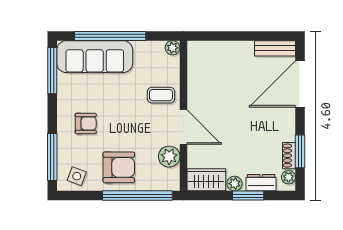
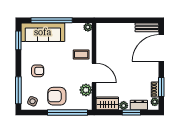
window: (52, 71) -> (18, 40), width x0.69
armchair: (119, 167) -> (57, 96), turned 180

